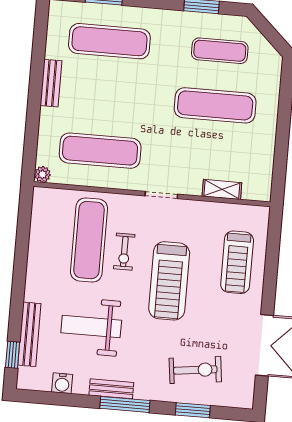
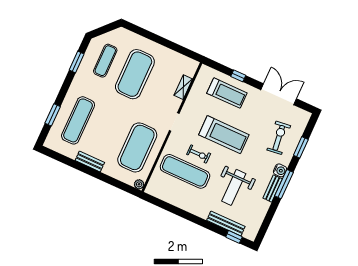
exercise mat: (215, 105) -> (135, 74), width x1.47
exercise mat: (100, 151) -> (137, 147), width x1.47
window: (271, 271) -> (238, 76), added
water cooler: (62, 383) -> (280, 170), moved

